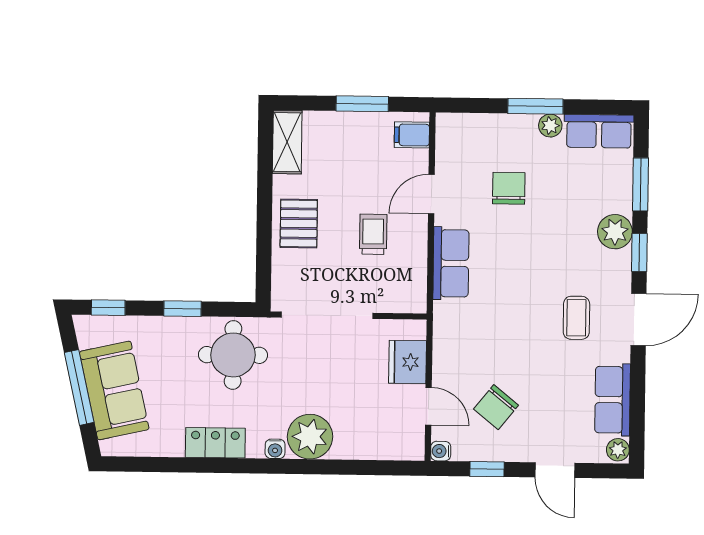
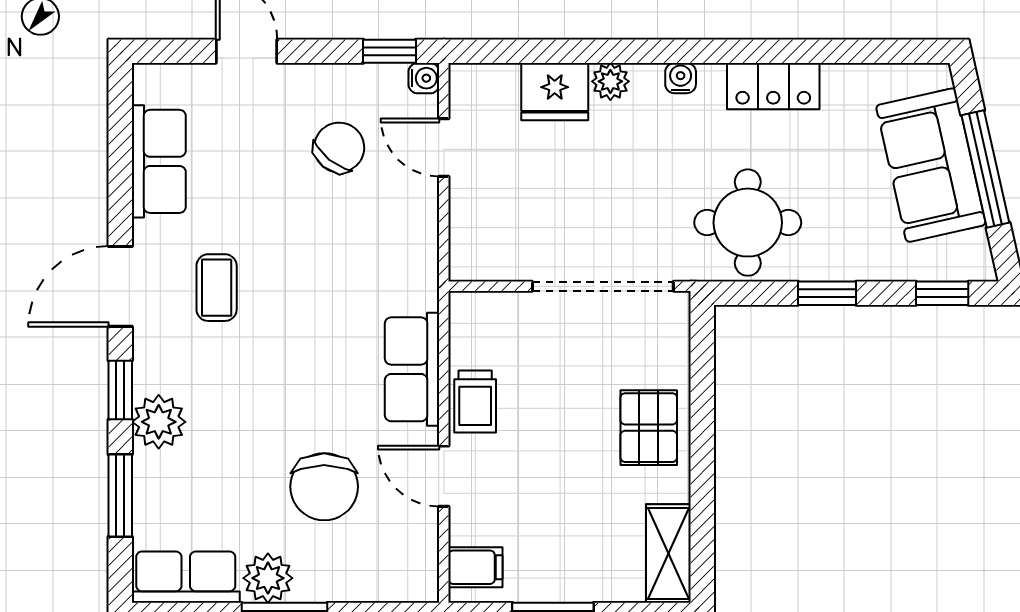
plant: (550, 126) -> (268, 578), width x1.38, depth x1.38
chair: (509, 188) -> (324, 487), width x1.37, depth x1.37
door: (431, 194) -> (444, 476), swing flipped
trolley: (373, 234) -> (475, 401), moved
fridge: (408, 362) -> (555, 92), moved, turned 90
plant: (310, 437) -> (610, 81), width x0.53, depth x0.53
plant: (618, 450) -> (149, 84), removed
window: (487, 469) -> (389, 51), moved

